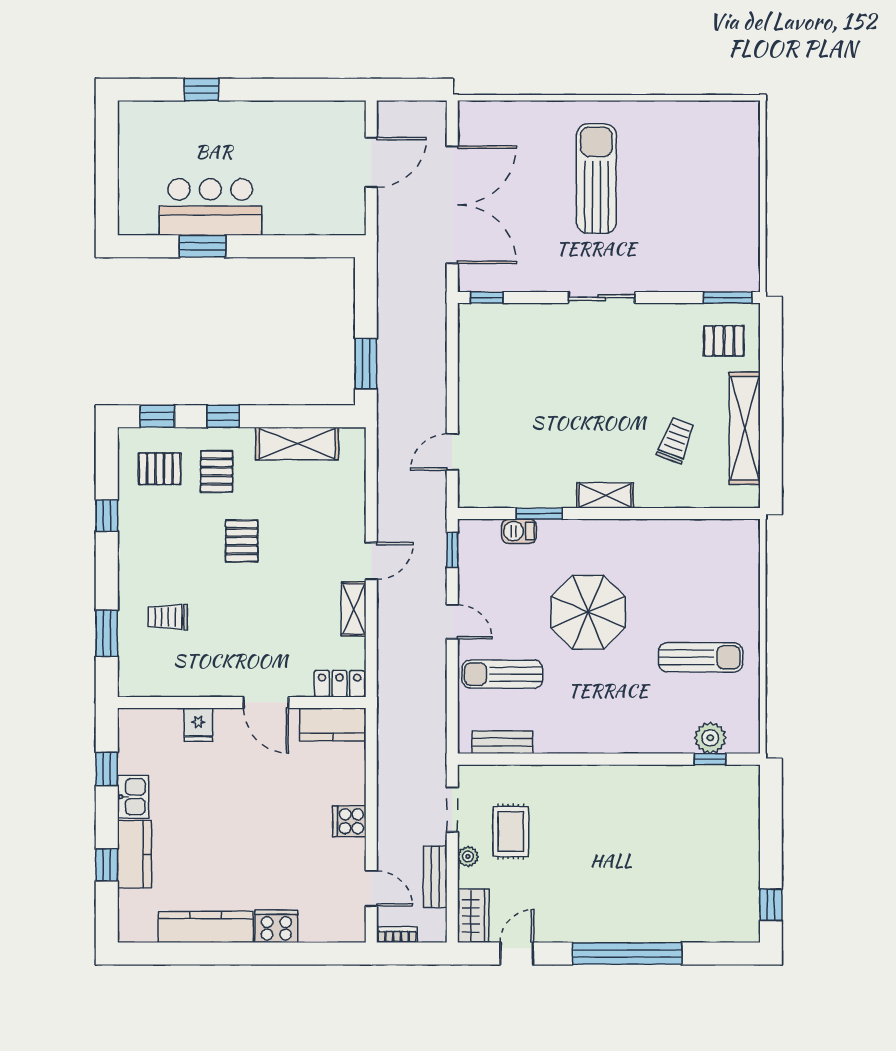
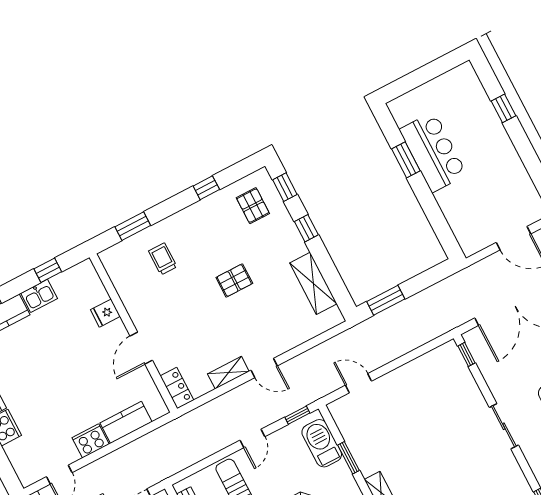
pallet: (217, 472) -> (270, 242), removed
barbecue: (519, 531) -> (322, 443), width x1.88, depth x1.53
kitchen counter: (333, 724) -> (126, 422), moved, turned 90
cooker: (349, 821) -> (91, 441), width x1.36

